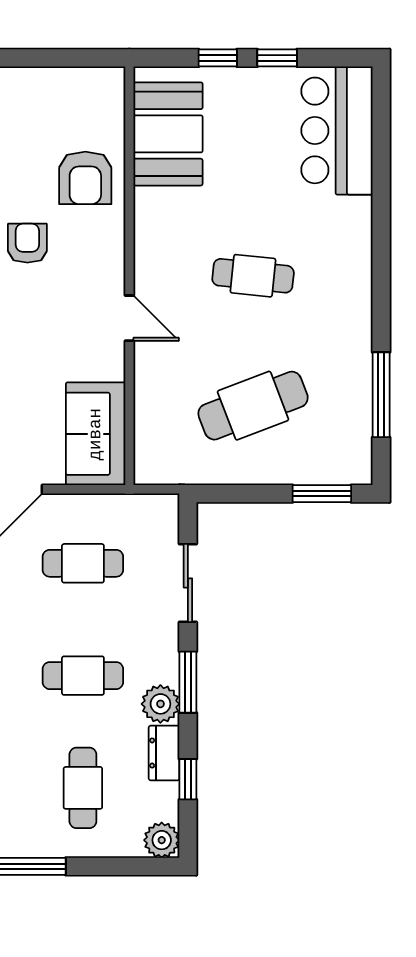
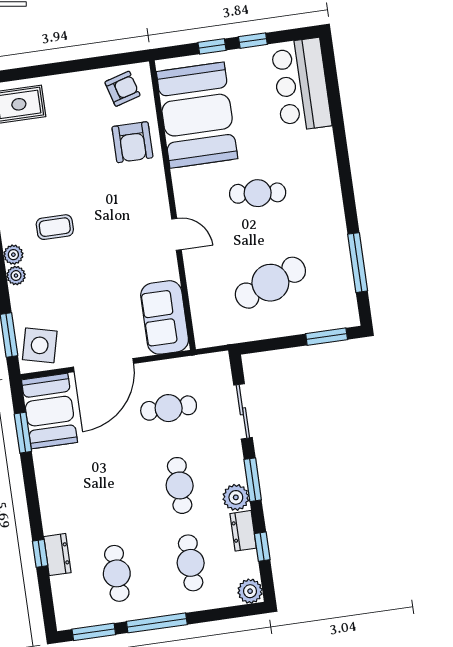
booth: (168, 134) -> (197, 115), width x1.36, depth x1.42
armchair: (27, 243) -> (122, 89), moved, turned 74
cafe table: (83, 676) -> (180, 485), turned 90

